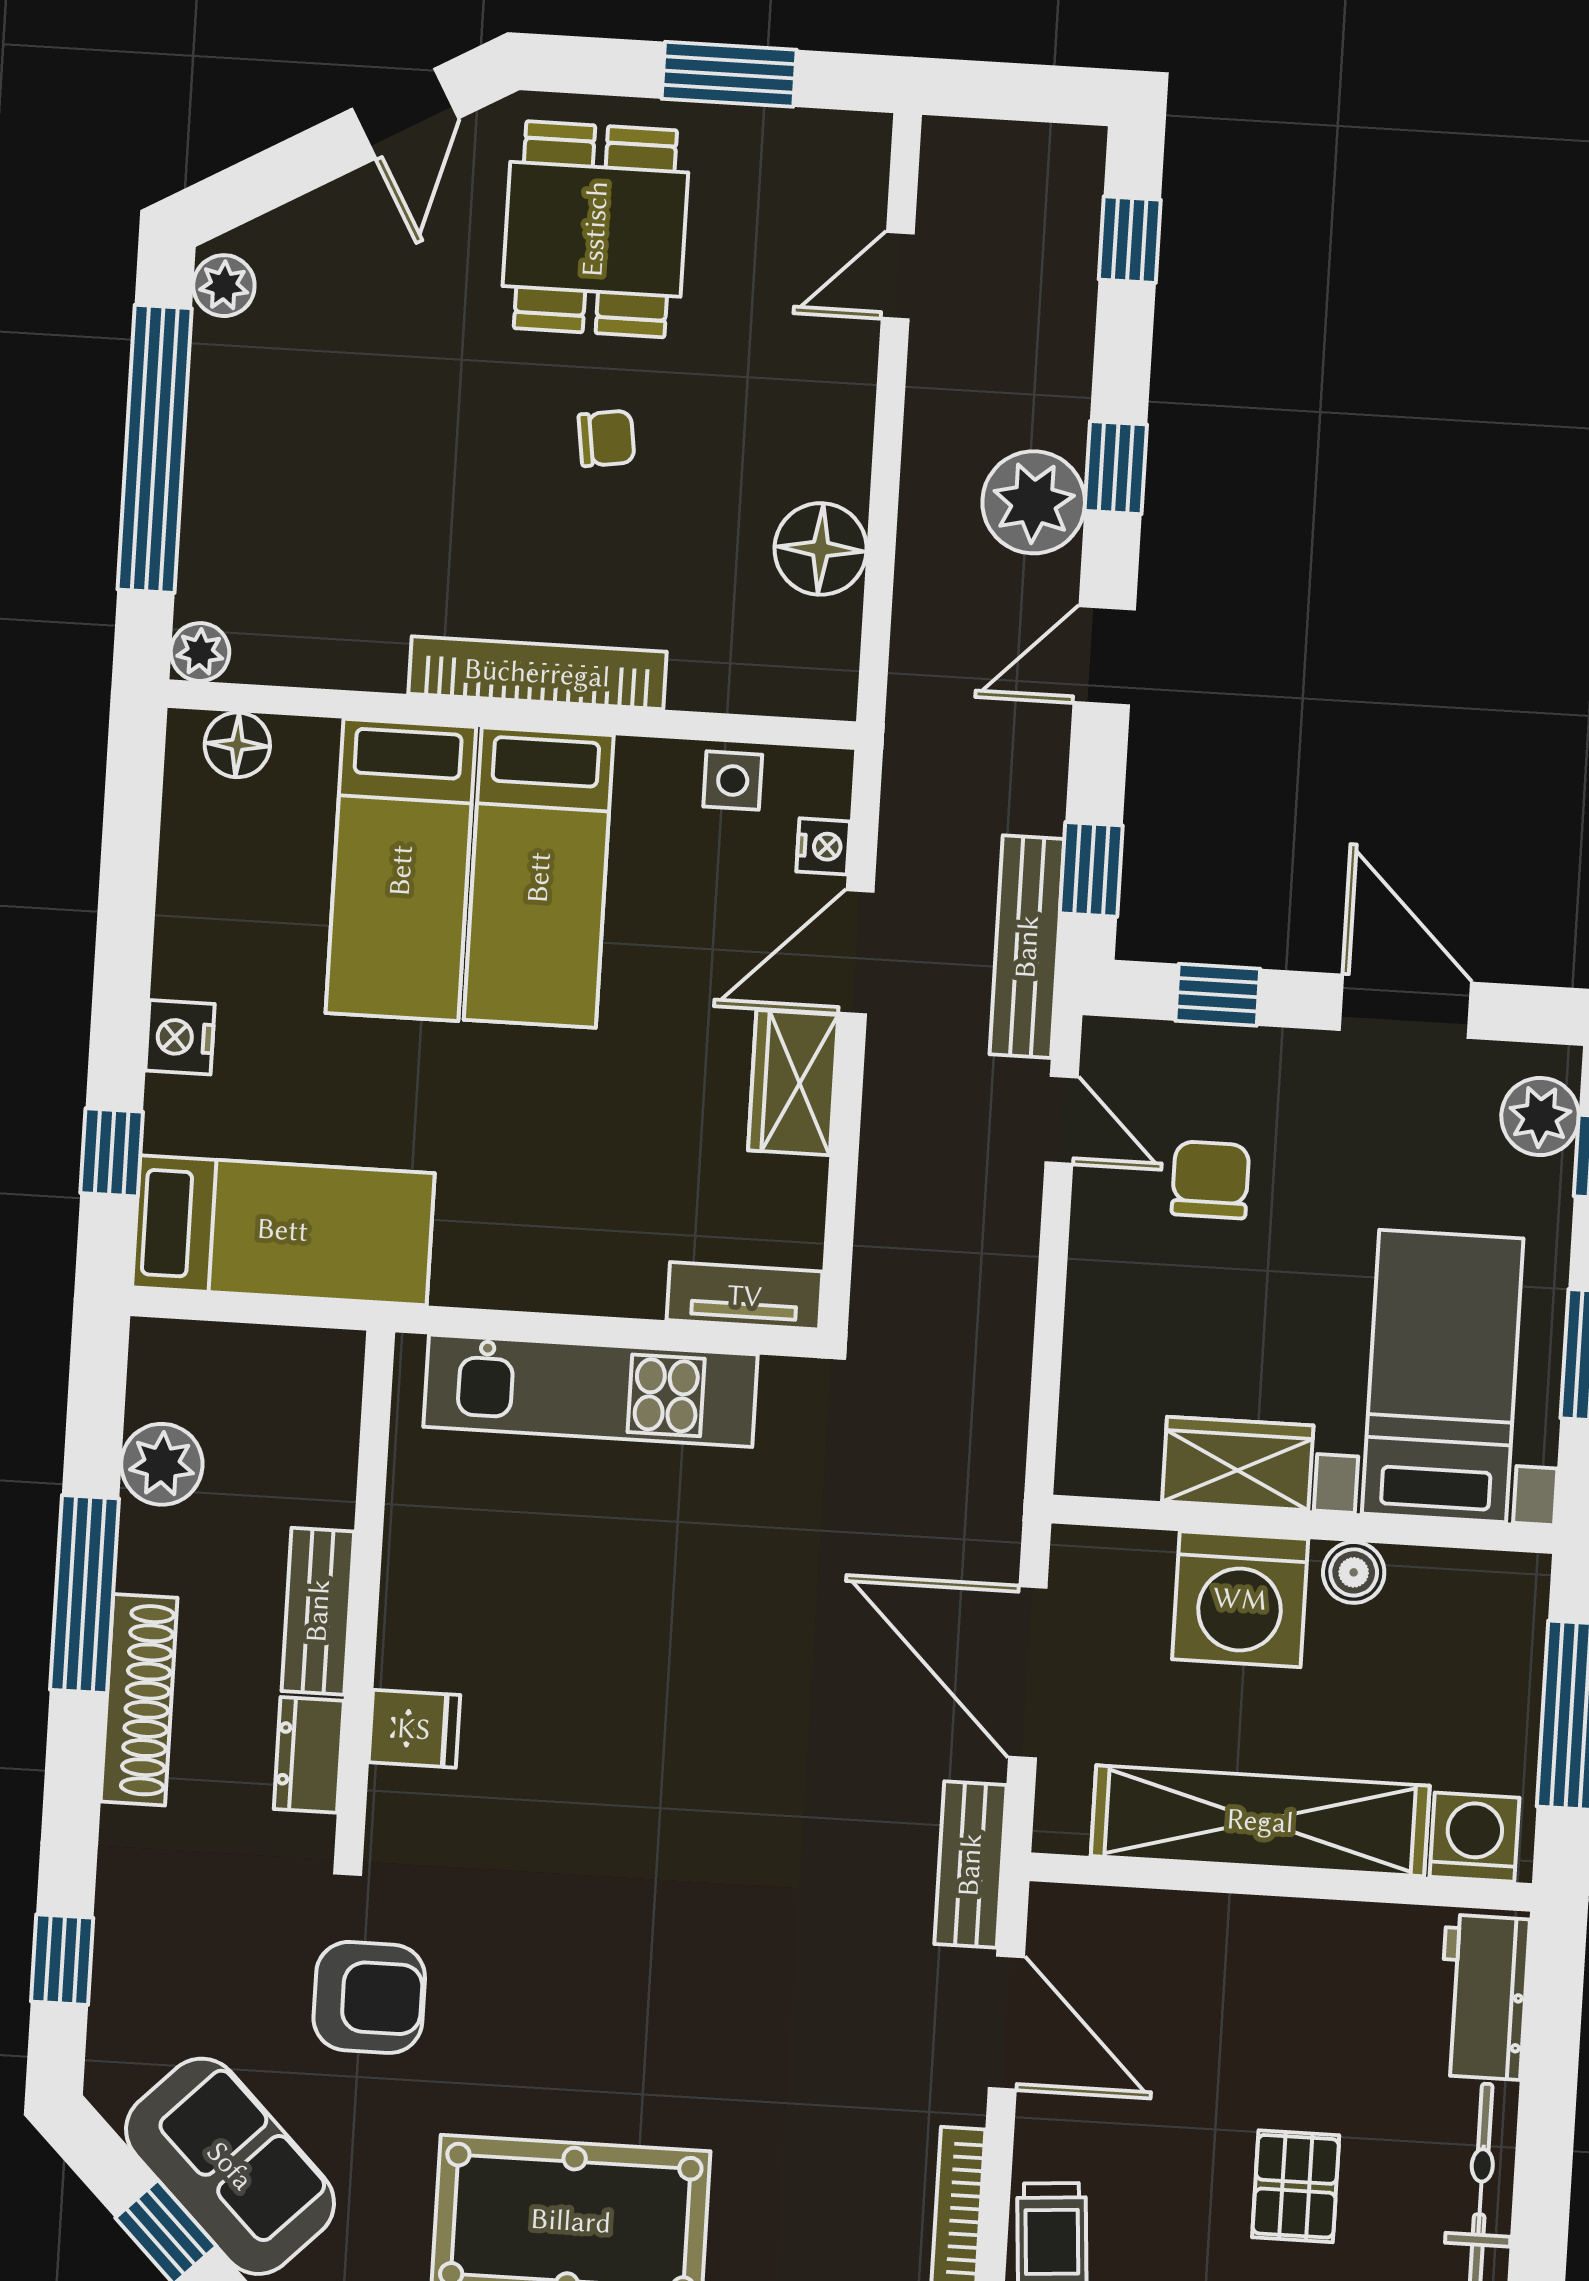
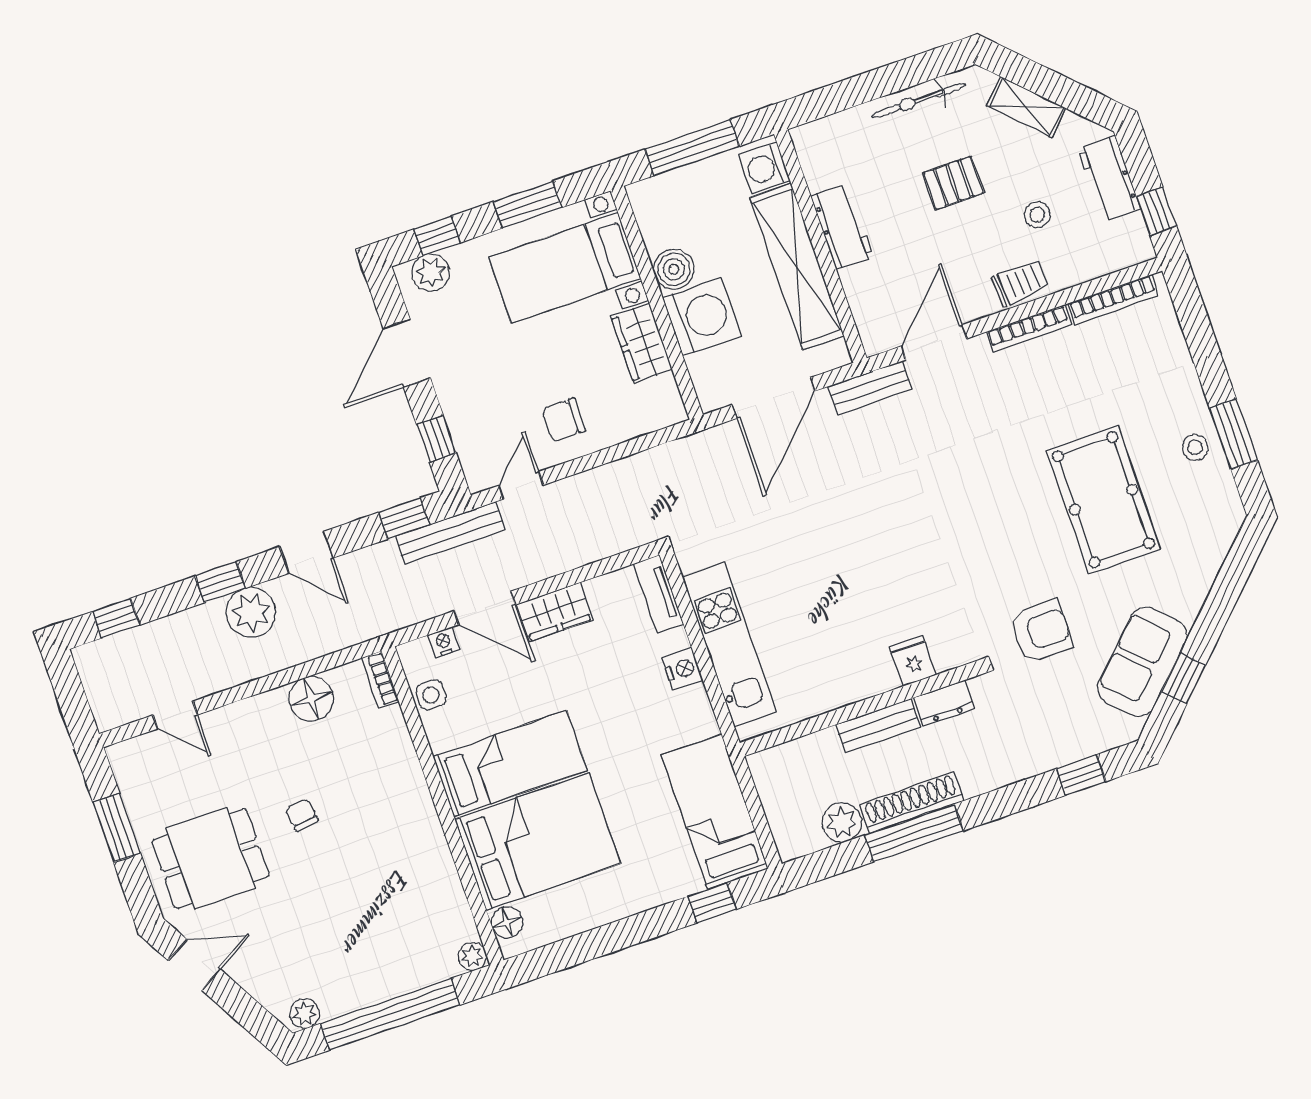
bookcase: (537, 673) -> (380, 680), moved, width x0.43, depth x0.76
bed: (401, 870) -> (538, 841), width x1.50
nightstand: (180, 1037) -> (683, 669), moved, turned -90
chair: (1211, 1180) -> (563, 420), moved
boiler: (1354, 1572) -> (674, 269), width x1.36, depth x1.36
shoe rack: (139, 1700) -> (912, 803), moved
armchair: (369, 1997) -> (1041, 631), turned 90
workbench: (1483, 1997) -> (842, 227), moved, turned -90

